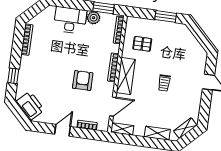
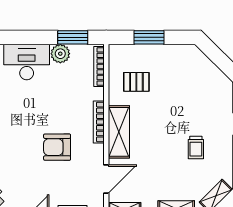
window: (166, 16) -> (149, 37), moved
armchair: (83, 80) -> (57, 147), turned -90
trolley: (164, 83) -> (196, 148), moved

